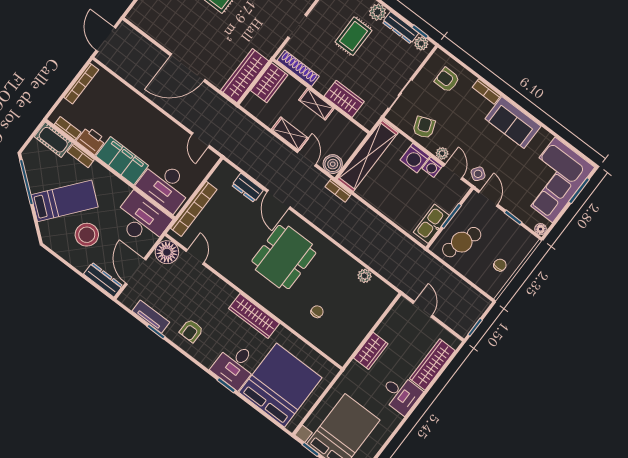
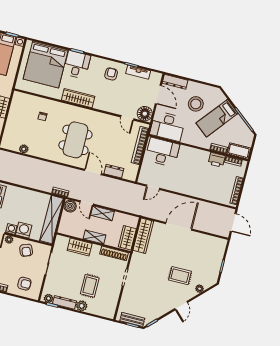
door: (201, 140) -> (153, 187), swing flipped
filing cabinet: (122, 161) -> (194, 156), removed

